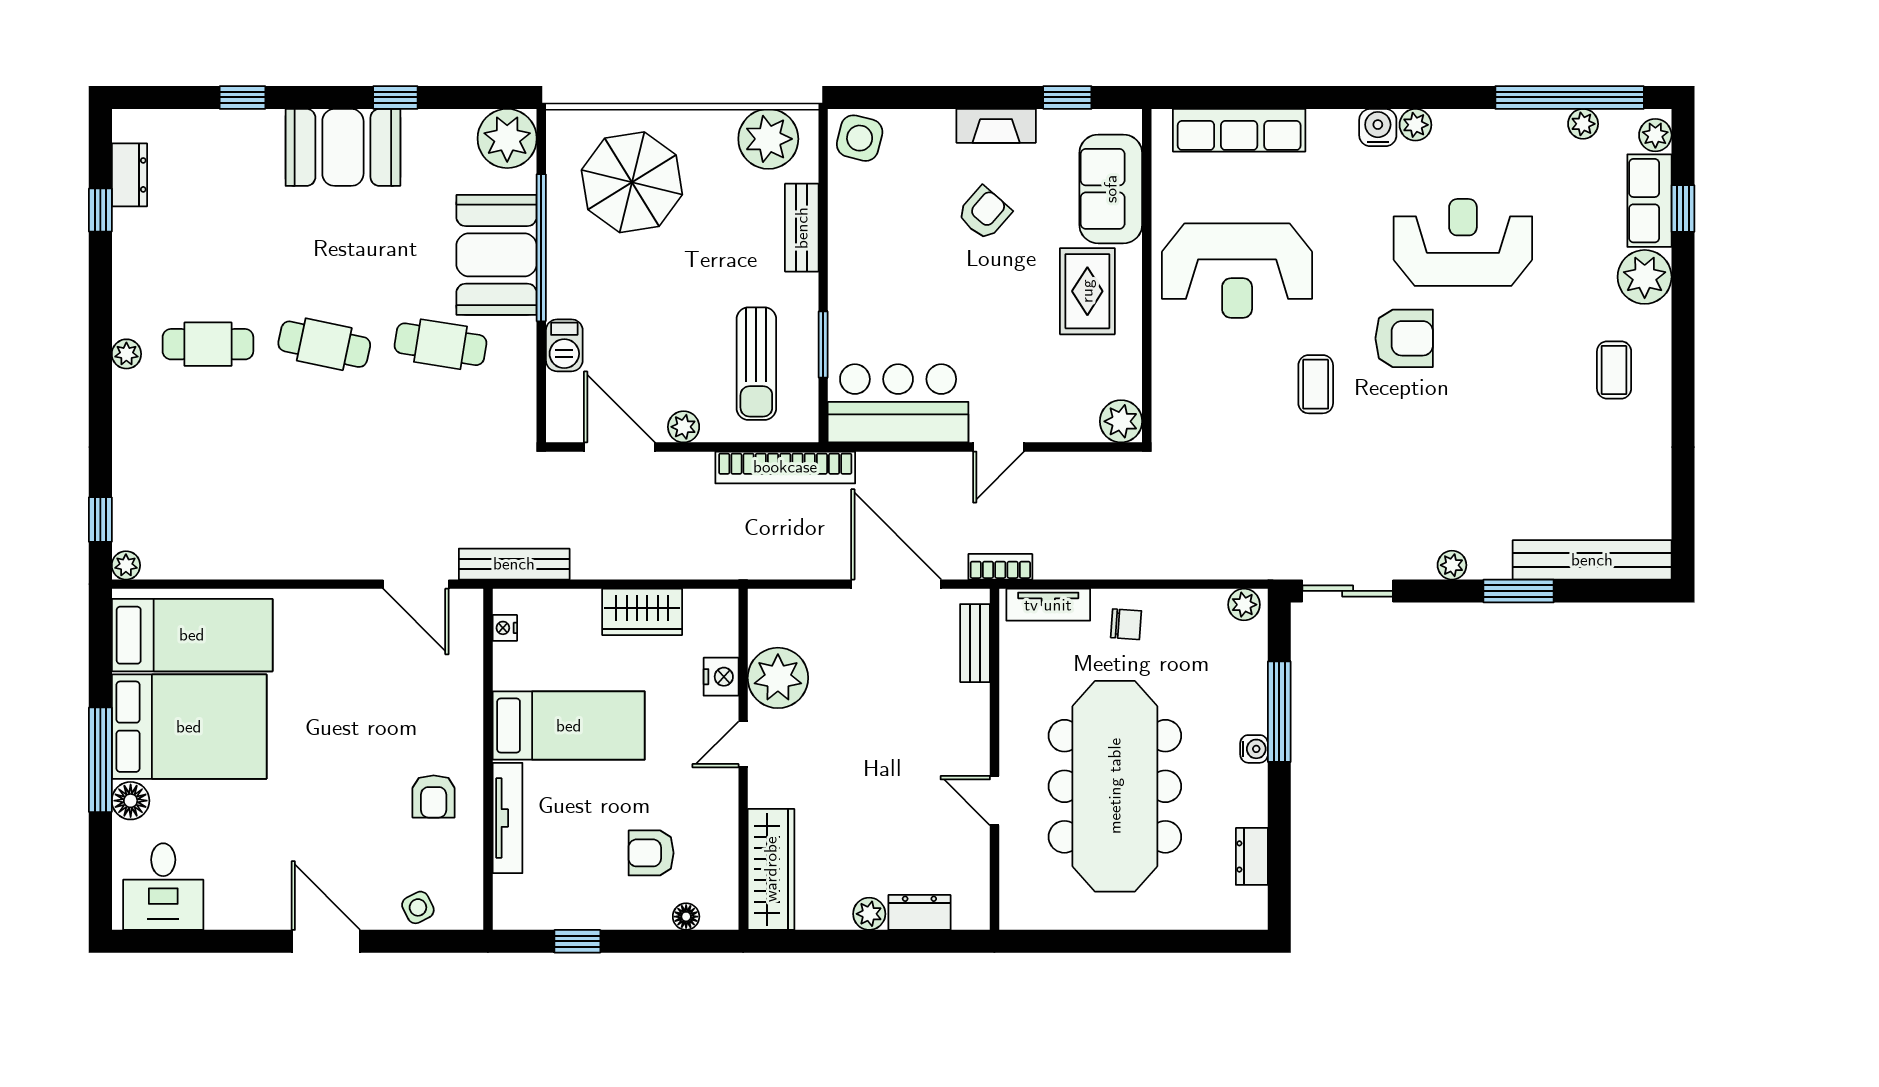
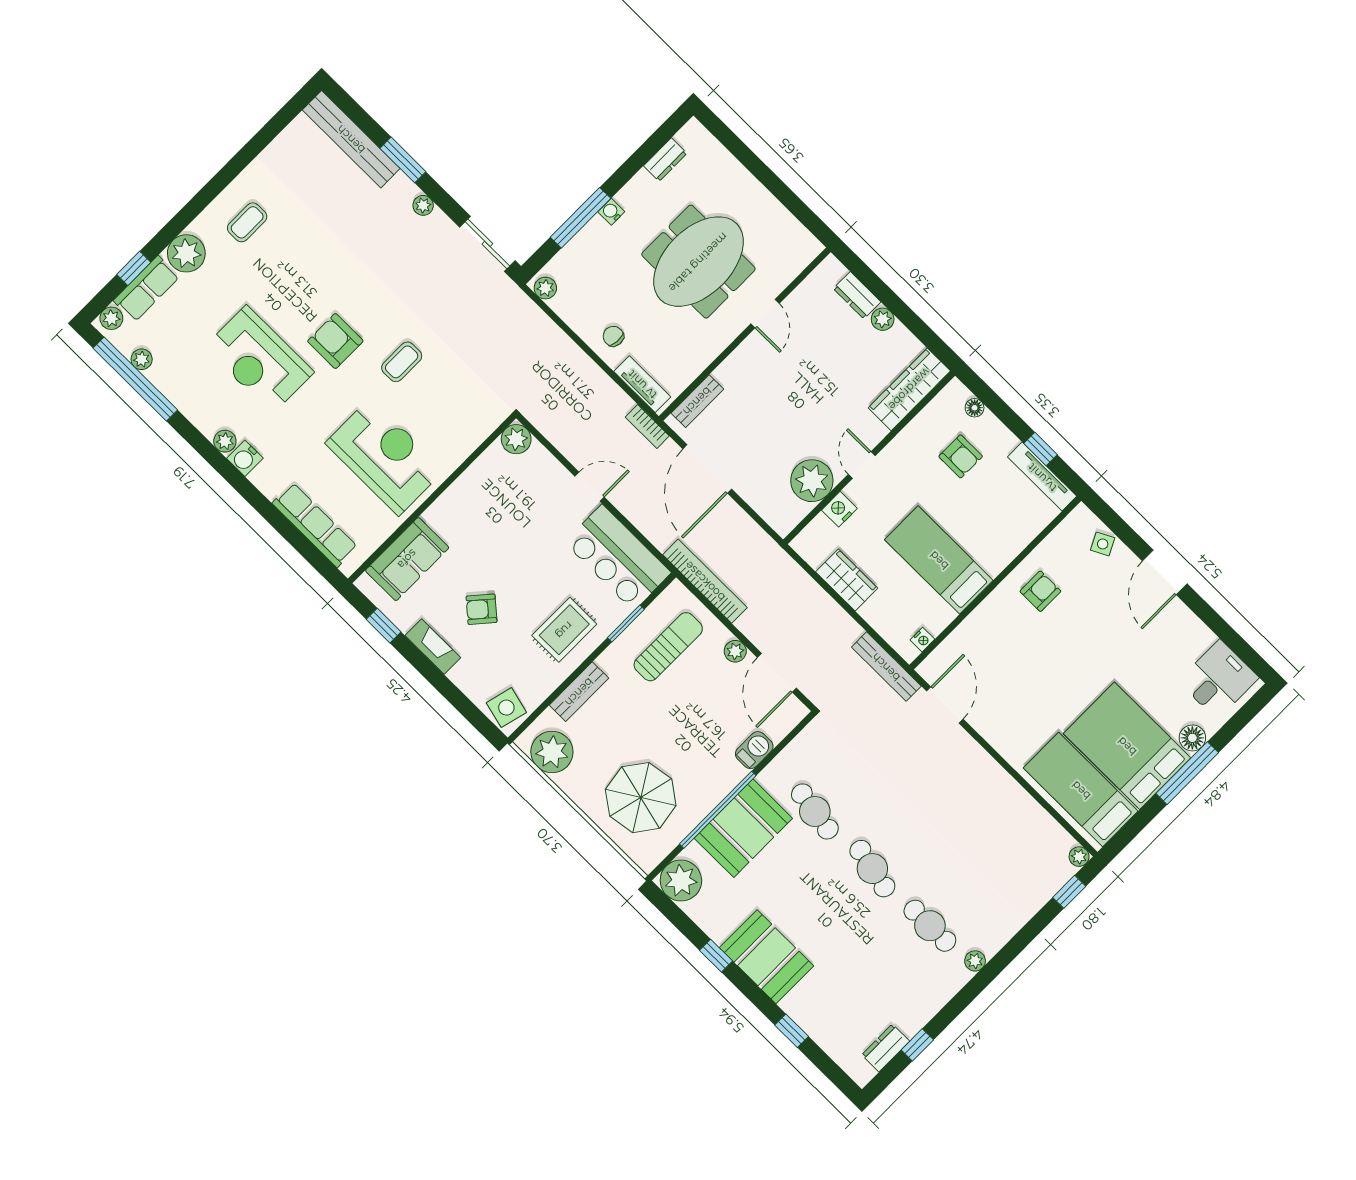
rug: (1087, 291) -> (564, 630), moved
door: (743, 744) -> (862, 465), swing flipped
meeting table: (1115, 786) -> (698, 262), width x0.73
tv unit: (508, 818) -> (1042, 477), moved, turned -90

